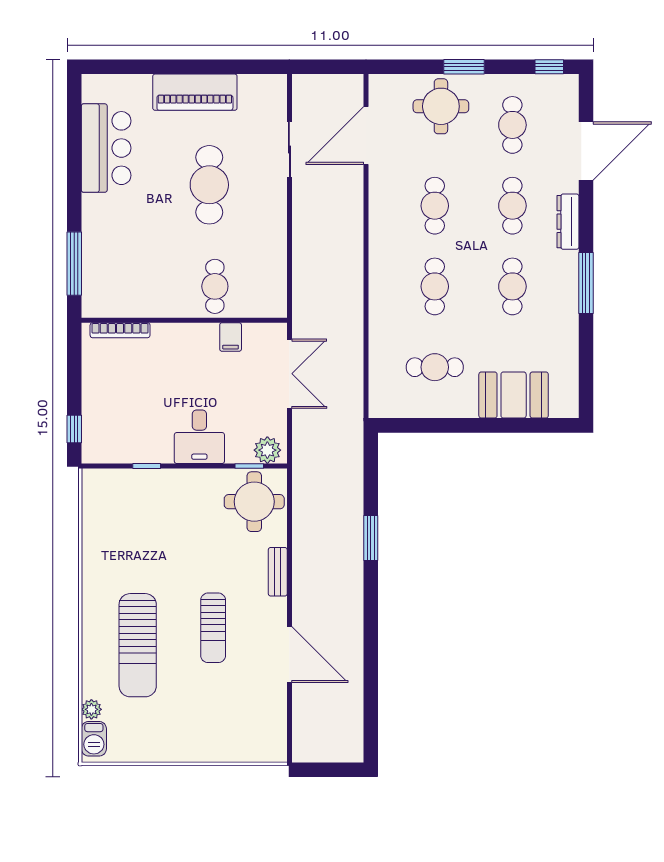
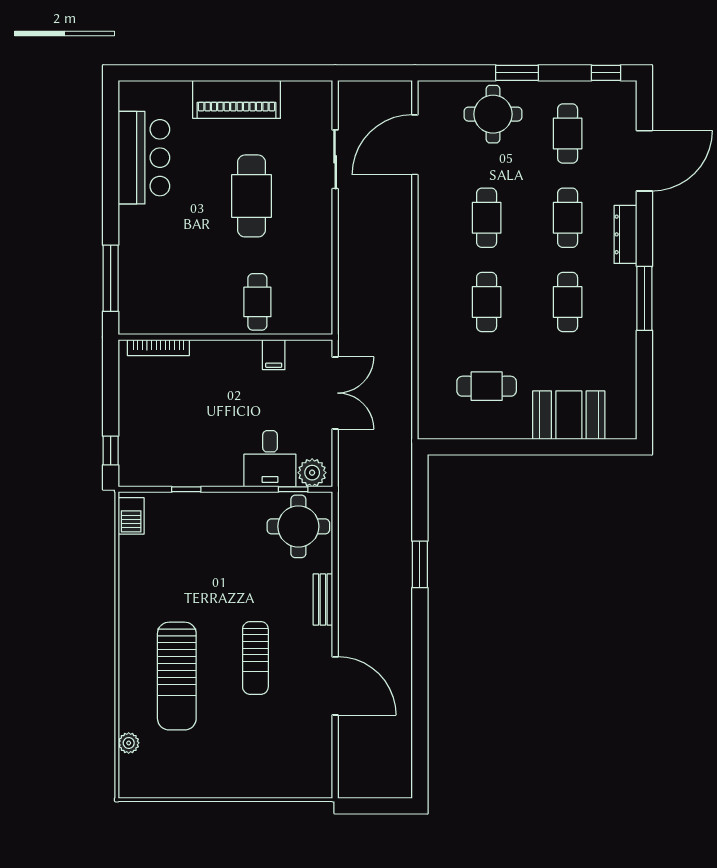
desk: (199, 437) -> (270, 459), moved
barbecue: (94, 739) -> (131, 516), moved

